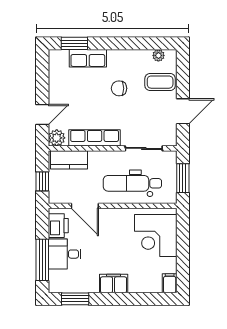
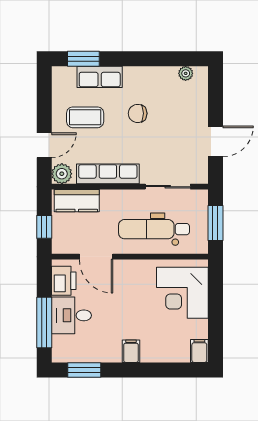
coffee table: (160, 82) -> (85, 117), moved
filing cabinet: (114, 283) -> (131, 351), width x0.50

